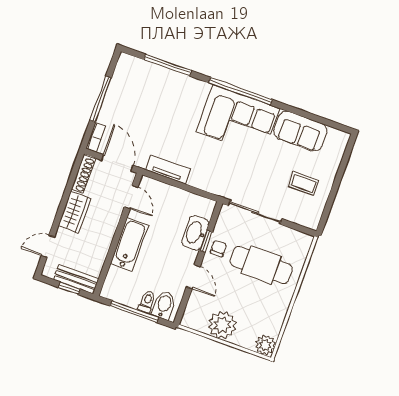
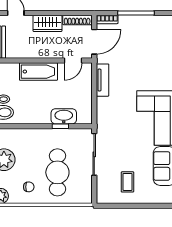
chair: (218, 248) -> (29, 187), moved
door: (193, 277) -> (32, 126), removed

